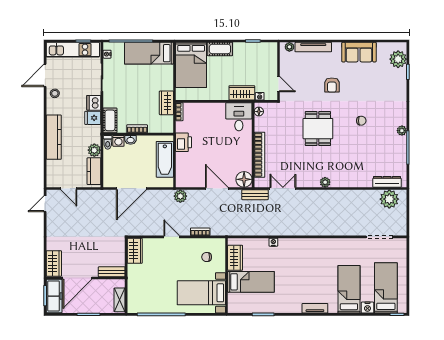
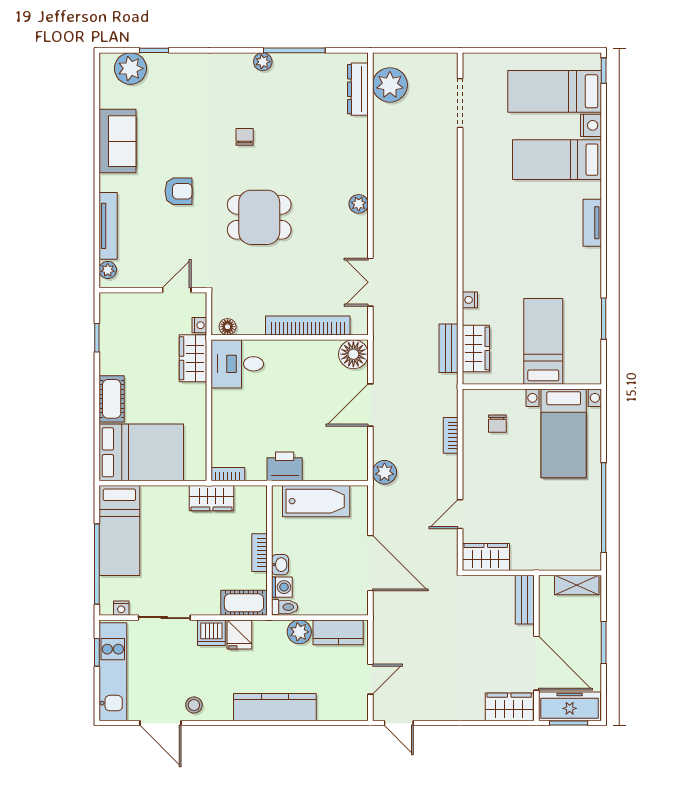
bench: (255, 195) -> (448, 348), moved
door: (172, 237) -> (460, 514), moved
wardrobe: (235, 258) -> (476, 348), moved, turned 90

